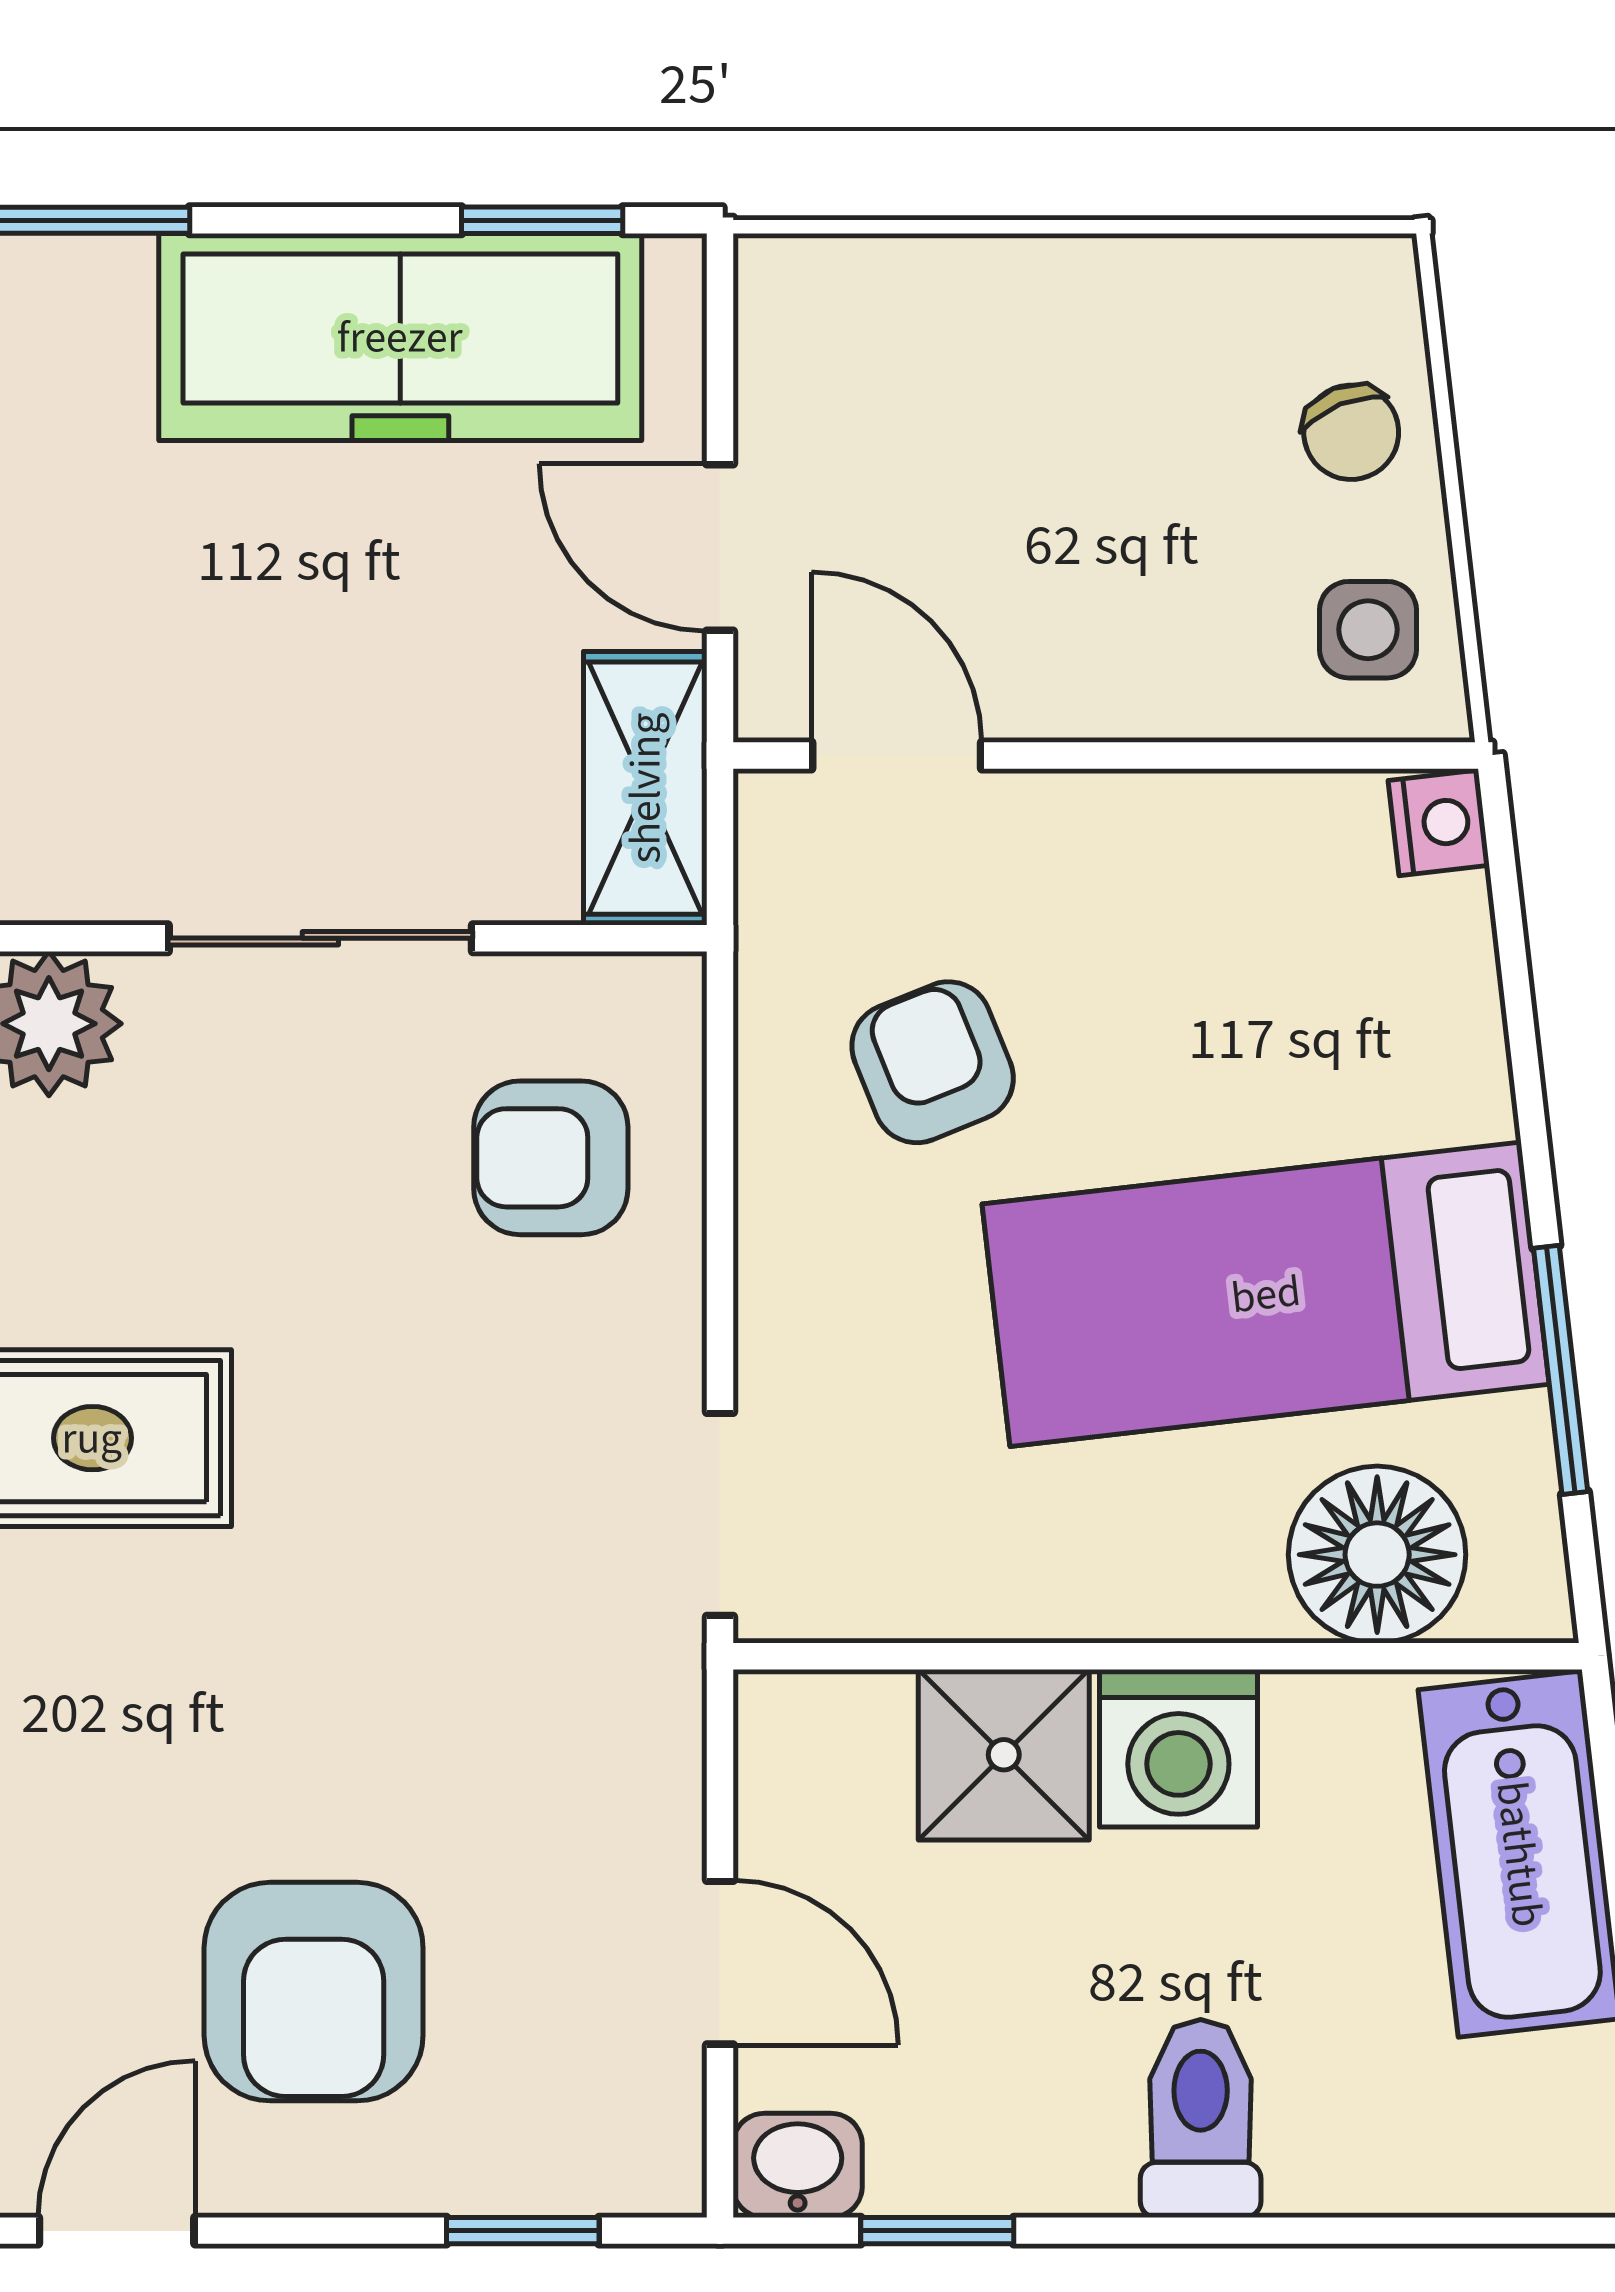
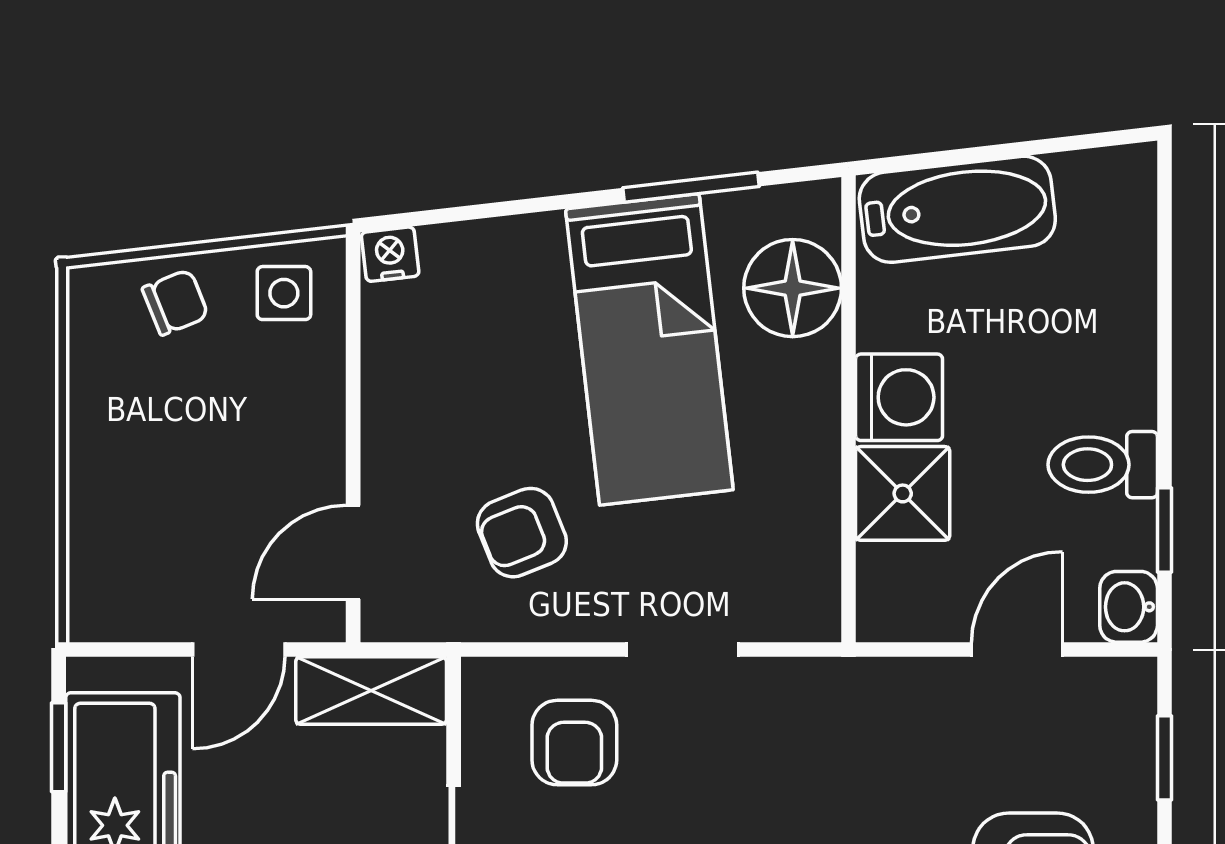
doorway: (720, 1514) -> (682, 650), moved
toilet: (1201, 2118) -> (1103, 465), moved

